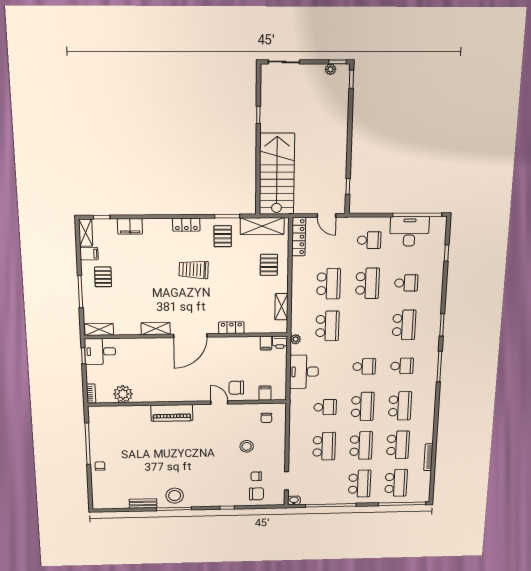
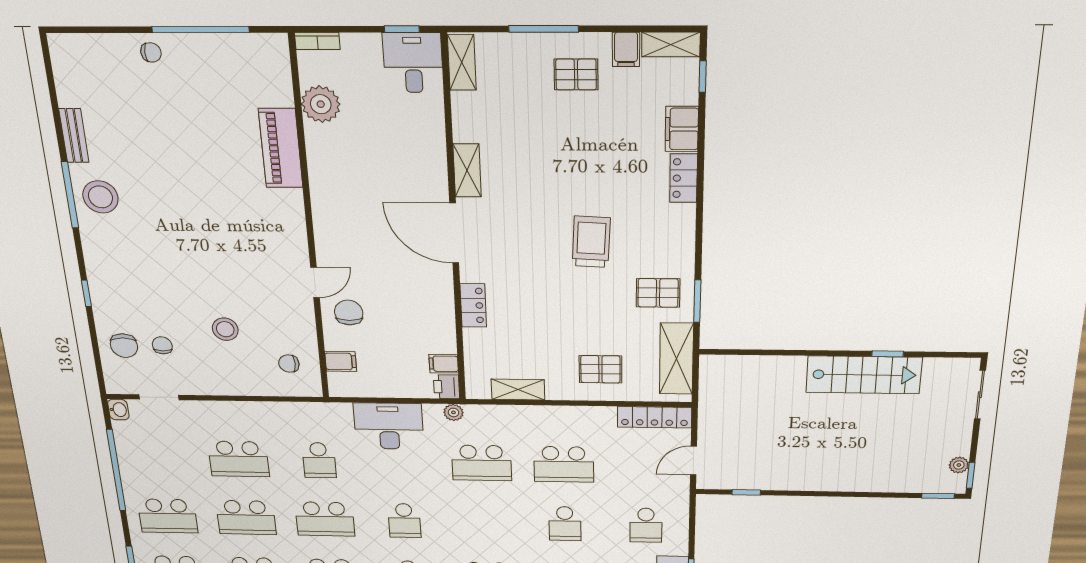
stairs: (277, 174) -> (864, 375), moved, width x0.73, depth x0.66
locker: (186, 225) -> (684, 178), moved
school desk: (367, 283) -> (565, 524), width x0.54
piano: (172, 413) -> (281, 148), moved

